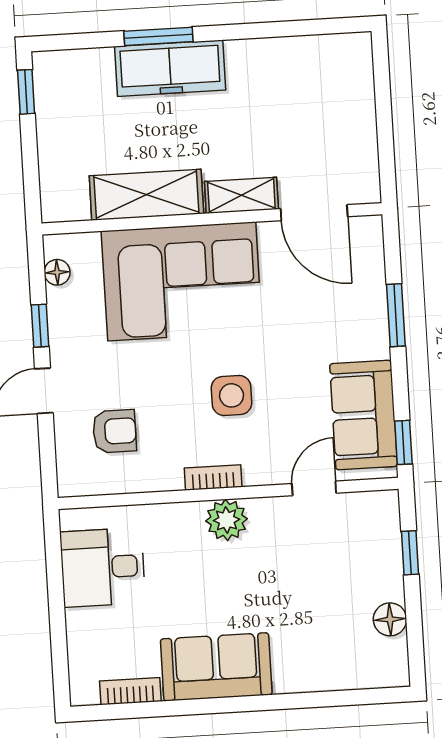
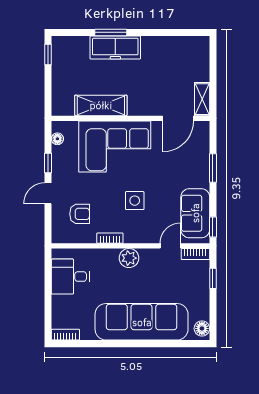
shelving: (241, 195) -> (202, 99), moved, turned 90
door: (314, 213) -> (178, 118), hinge flipped
bookcase: (213, 478) -> (110, 238), moved
bookcase: (369, 503) -> (195, 254), added
floor lamp: (390, 619) -> (202, 328), moved
sofa: (216, 667) -> (142, 322), width x1.85, depth x1.27
bookcase: (130, 691) -> (65, 335), moved

